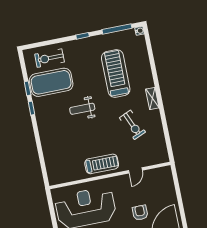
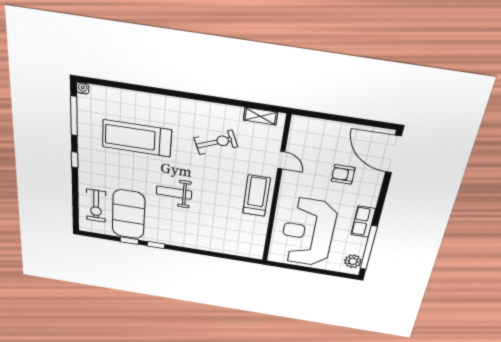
shelving: (152, 98) -> (260, 116), moved
weight bench: (82, 109) -> (174, 193), turned 90

